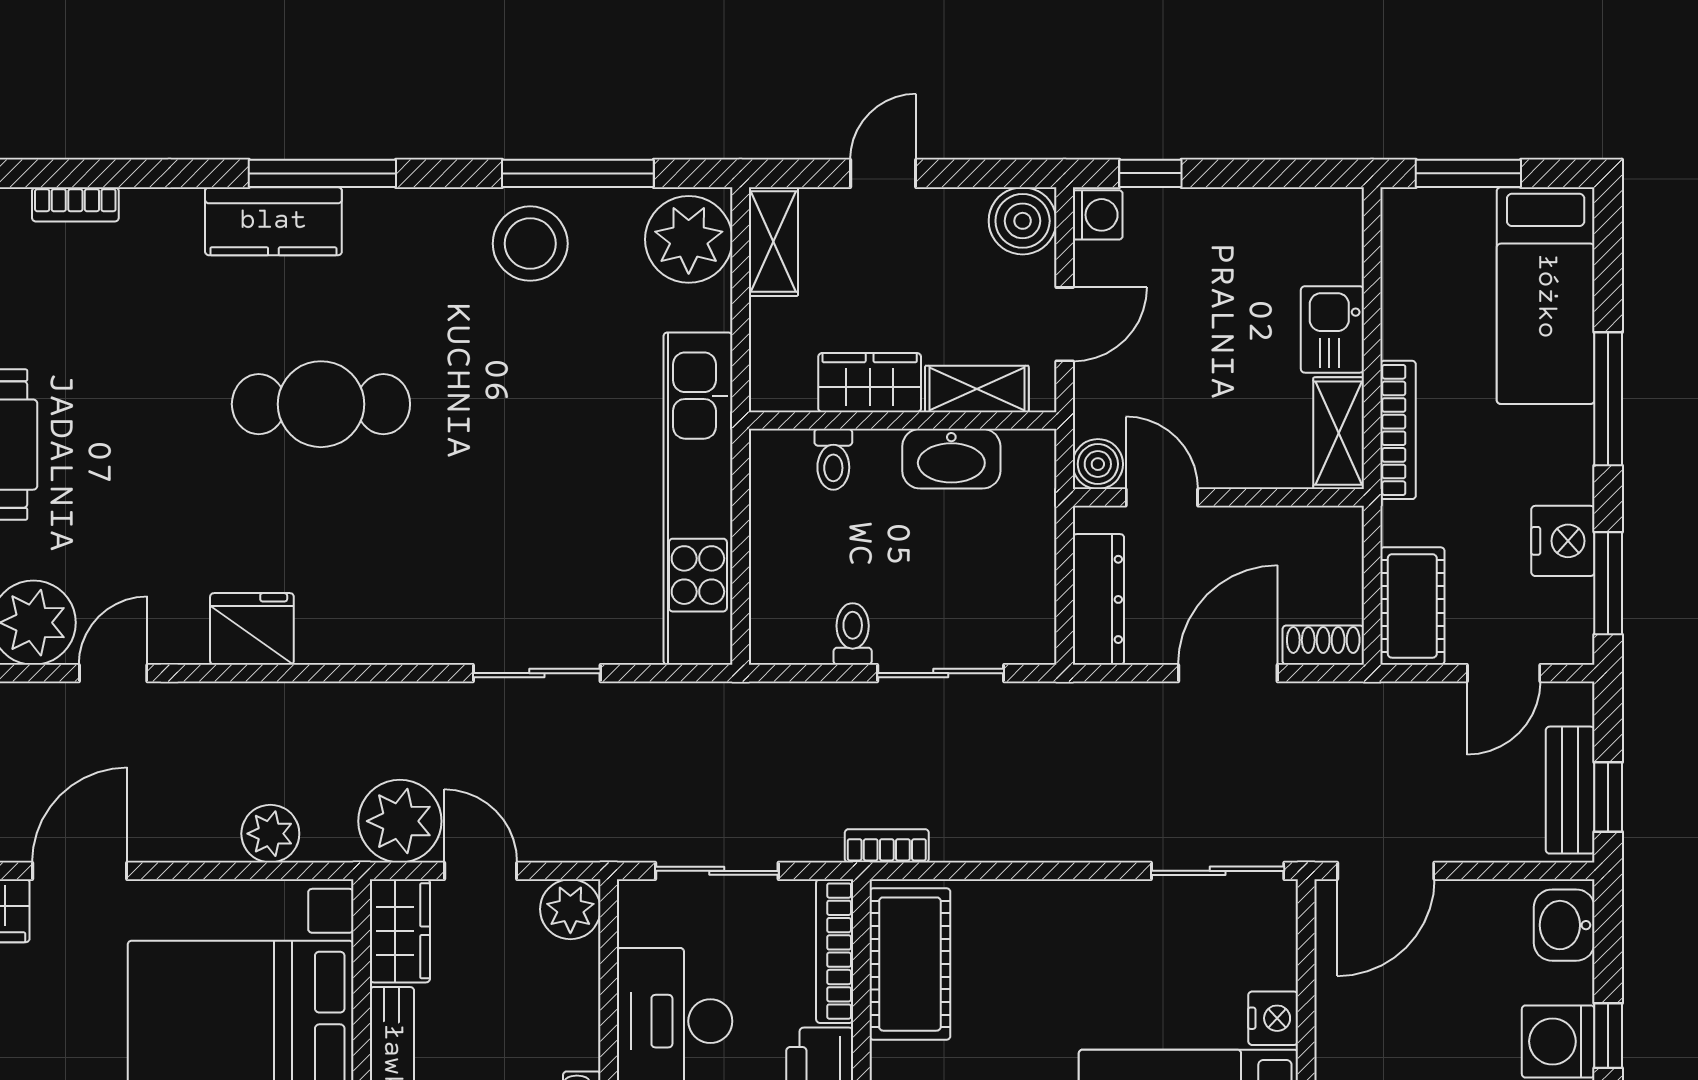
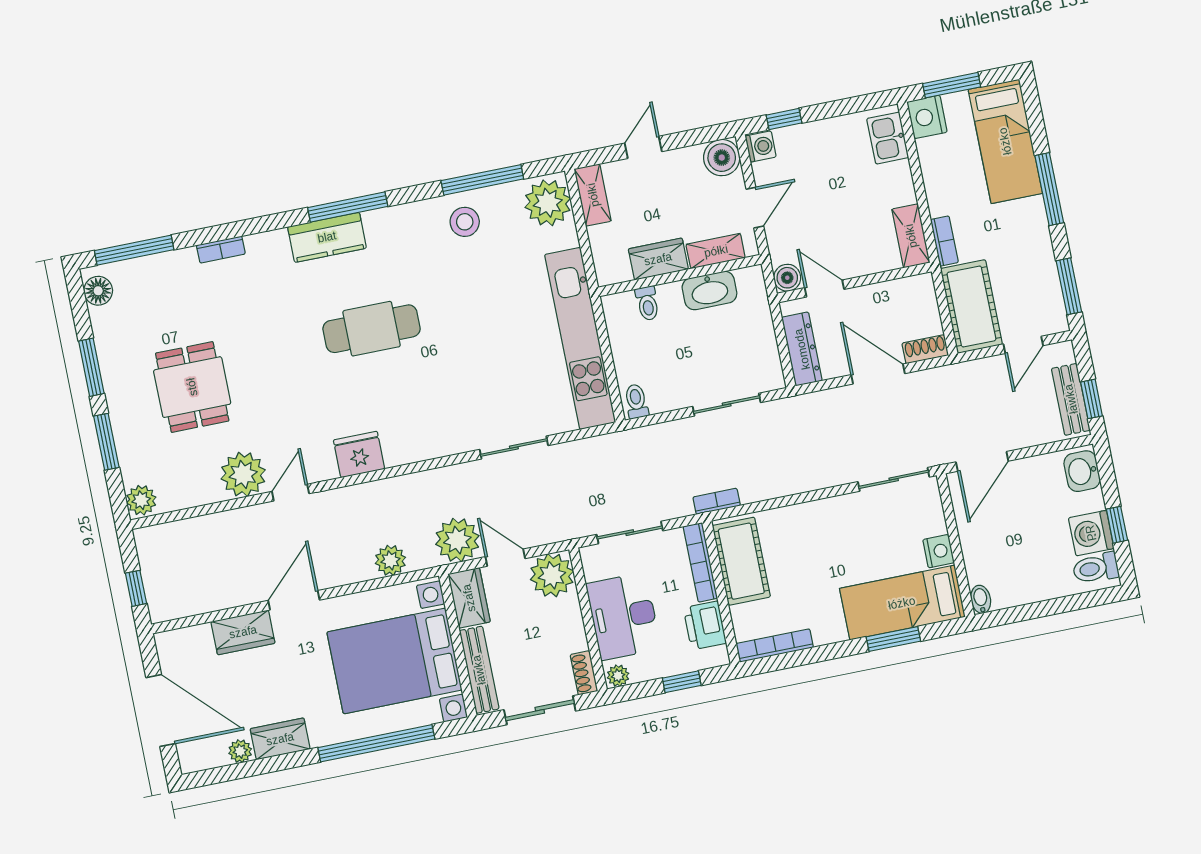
stool: (530, 244) -> (465, 222), width x0.73, depth x0.73
kitchen sink: (1332, 329) -> (888, 138), moved
bookcase: (1398, 430) -> (944, 241), width x0.64
nightstand: (1563, 541) -> (927, 117), moved, turned 180
cot: (1412, 606) -> (971, 307), width x1.37, depth x1.34
toilet: (853, 634) -> (636, 401), moved
door: (1228, 673) -> (878, 374), hinge flipped
plant: (570, 909) -> (552, 575), width x1.36, depth x1.36

